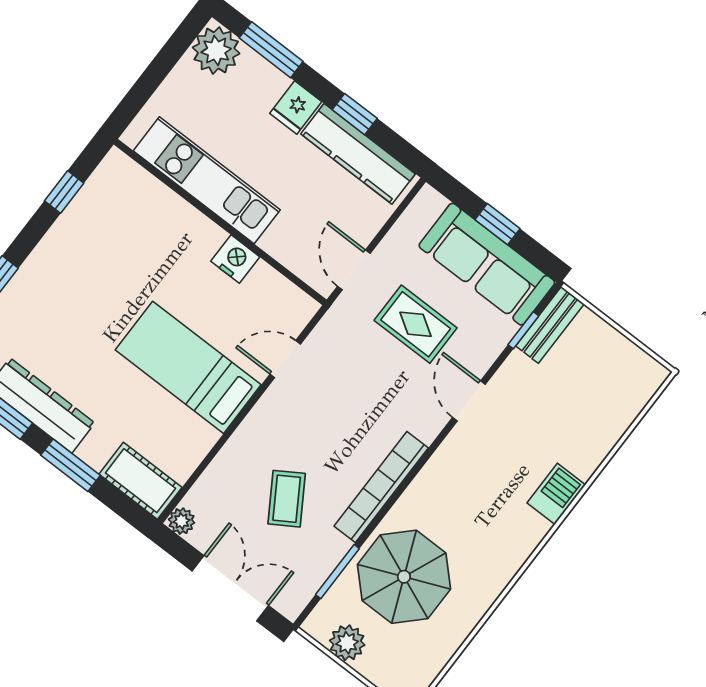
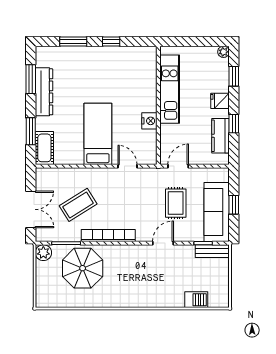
plant: (216, 50) -> (224, 52), width x0.53, depth x0.53
window: (271, 50) -> (234, 76), width x0.67
kitchen counter: (358, 154) -> (221, 136), width x0.67
window: (64, 192) -> (111, 41), moved
window: (70, 465) -> (31, 131), moved
barbecue: (556, 494) -> (196, 300), moved
coffee table: (287, 499) -> (78, 205), width x1.36, depth x1.30
plant: (182, 521) -> (41, 174), removed
plant: (347, 643) -> (43, 253), moved

